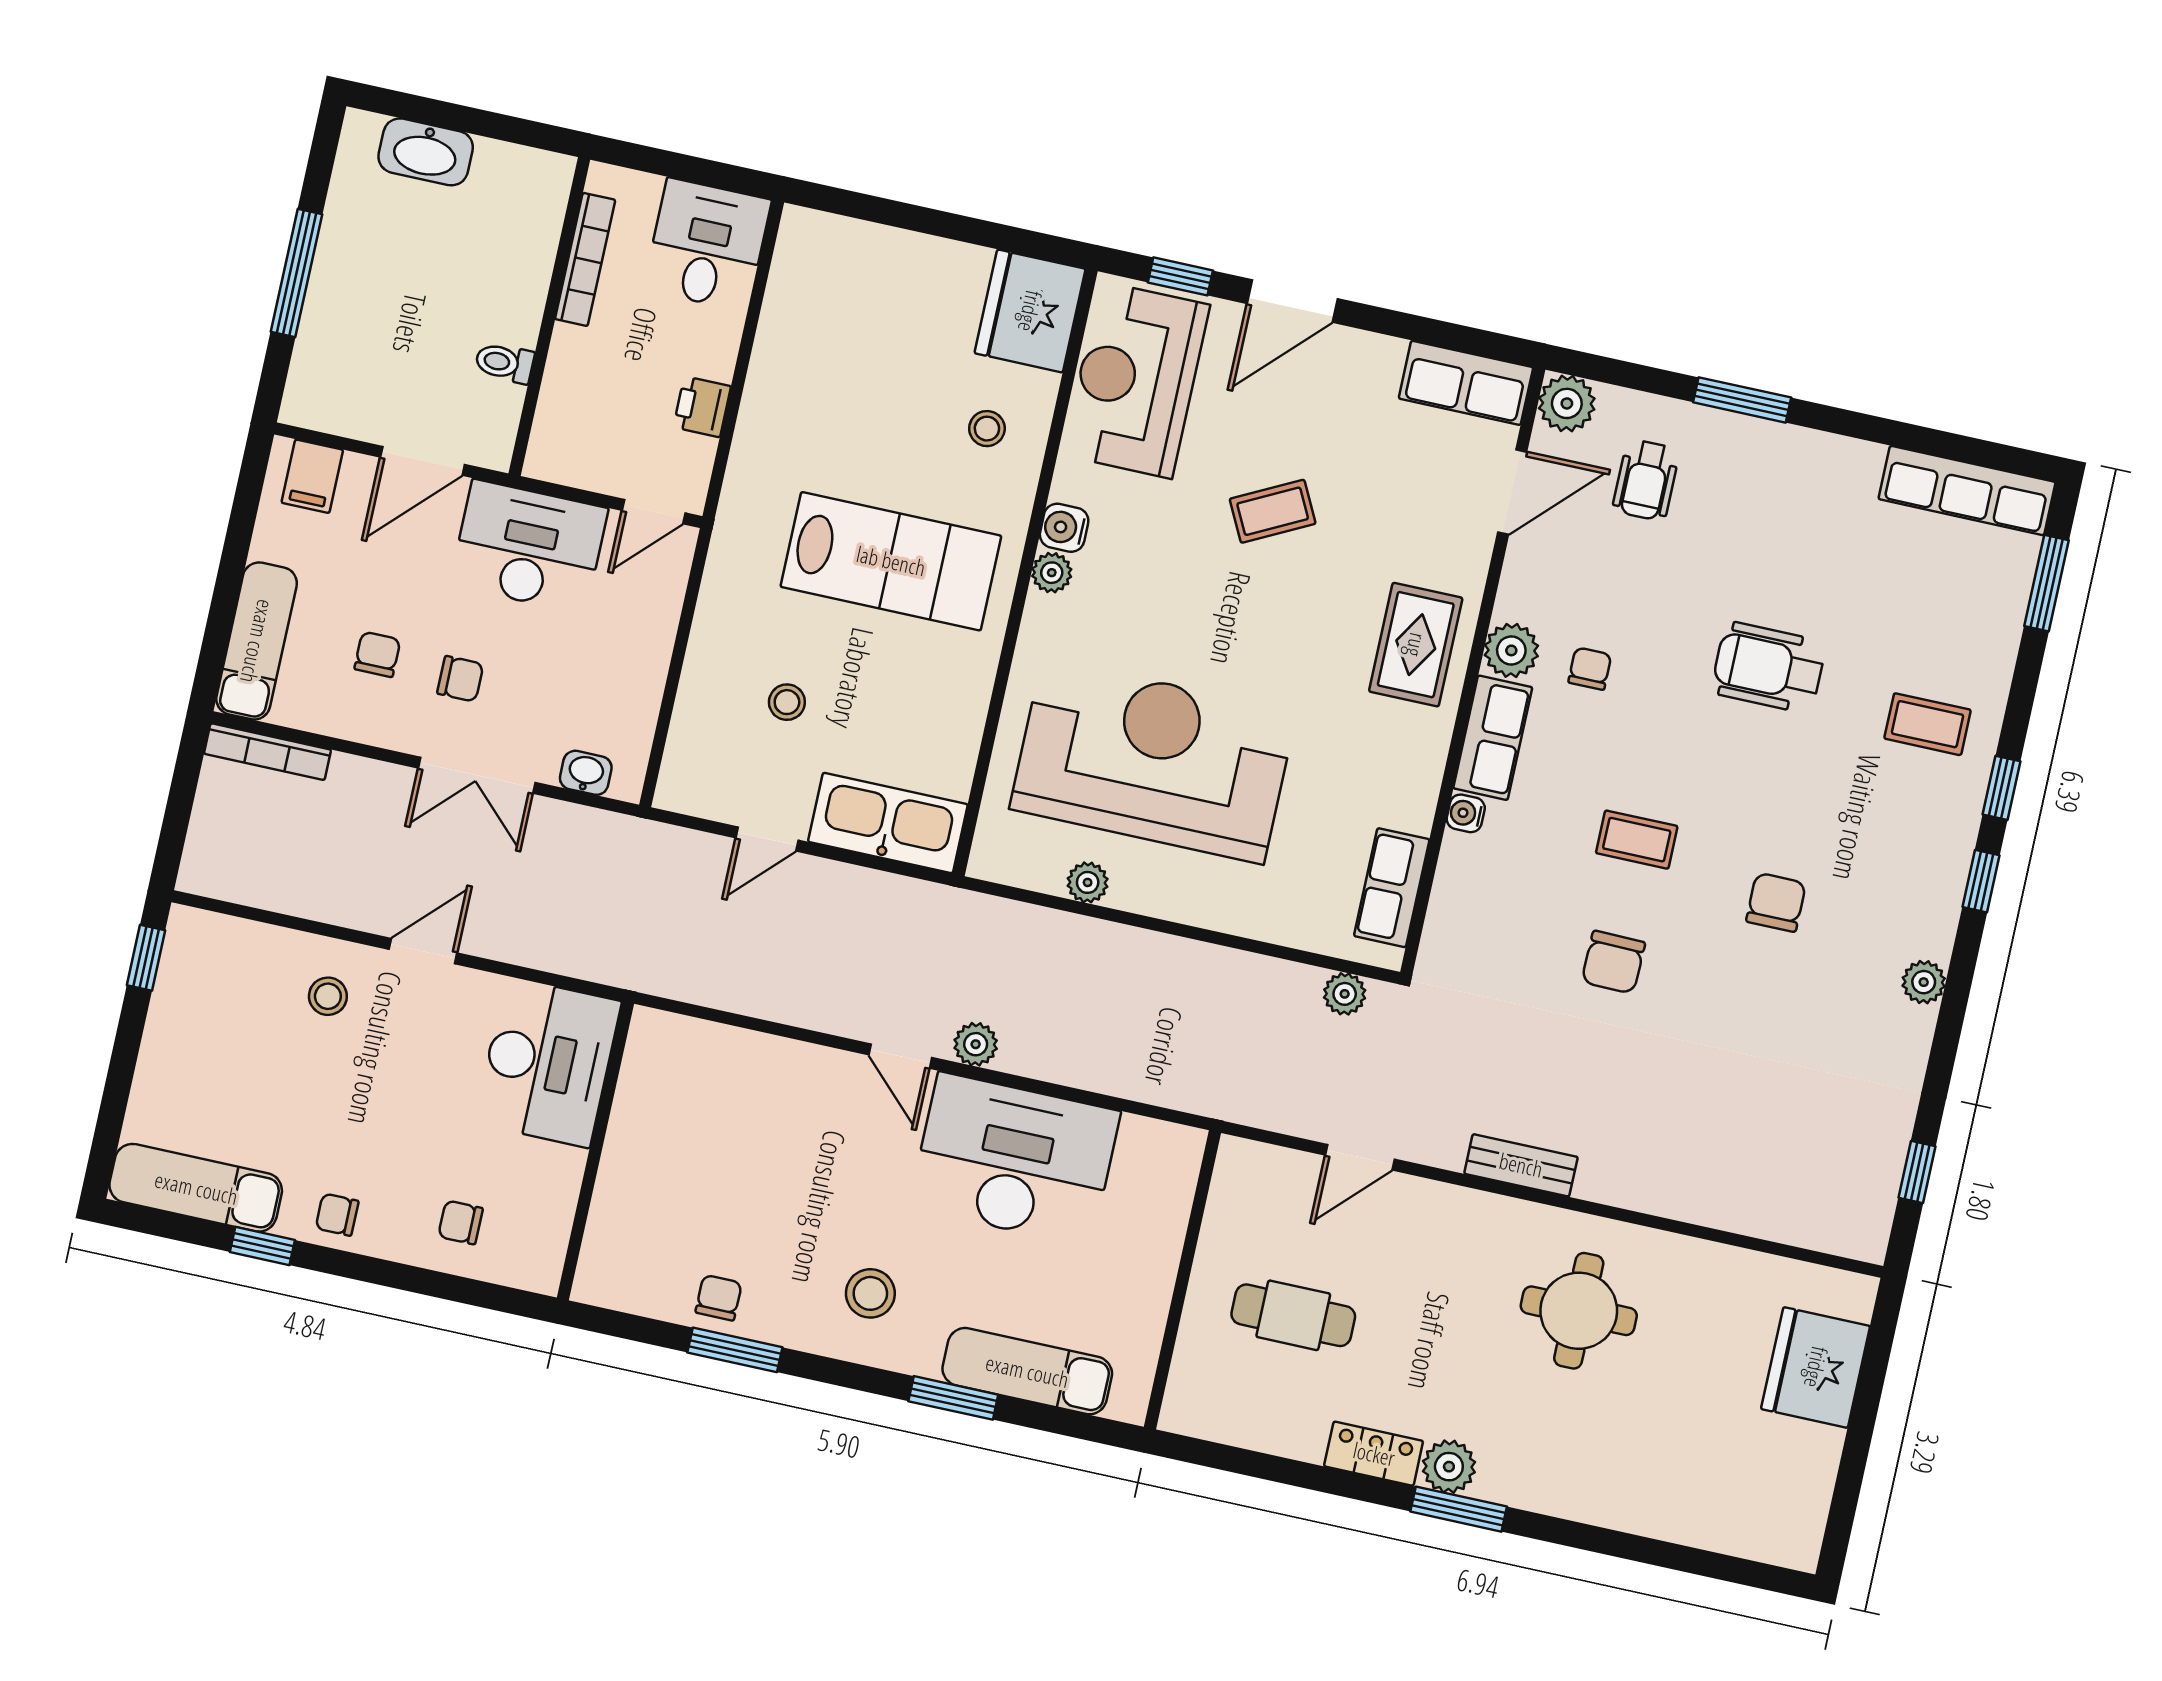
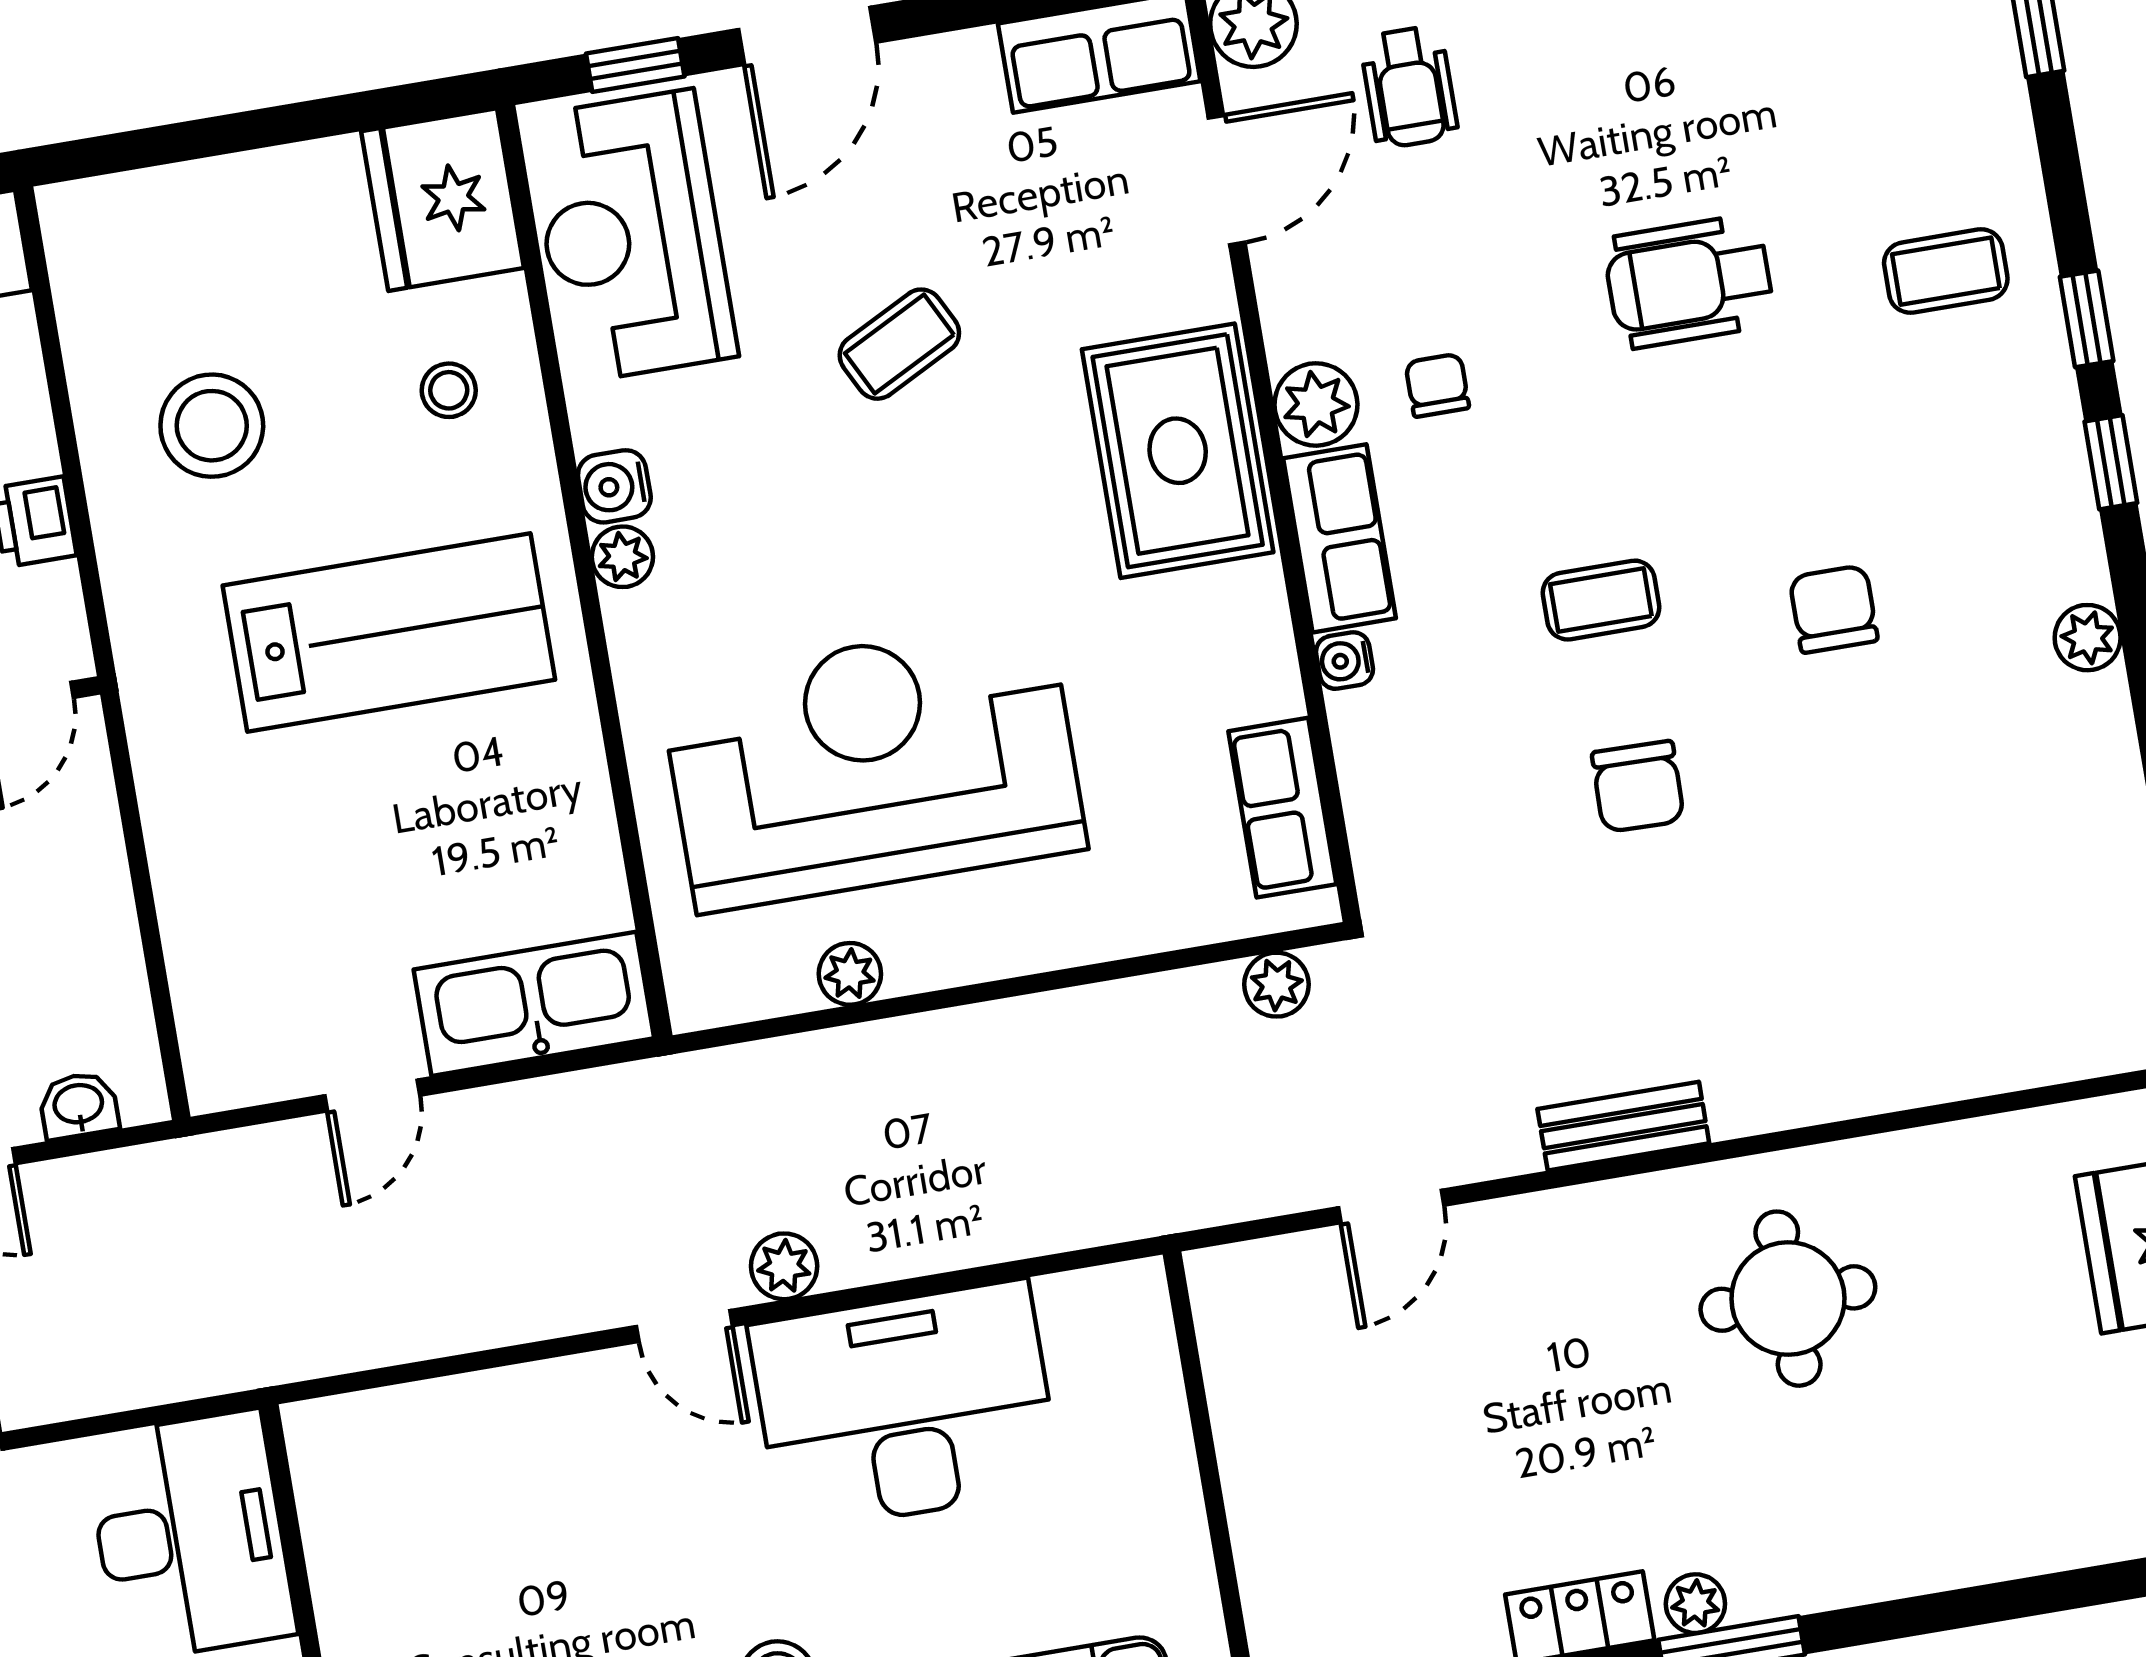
rug: (1416, 645) -> (1178, 451), width x1.36, depth x1.43
stool: (787, 702) -> (212, 426), moved, width x1.89, depth x1.89
cafe table: (1293, 1315) -> (1387, 1468), removed
plant: (1449, 1467) -> (1695, 1604), width x0.73, depth x0.73

